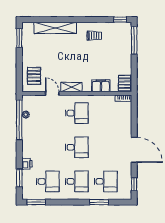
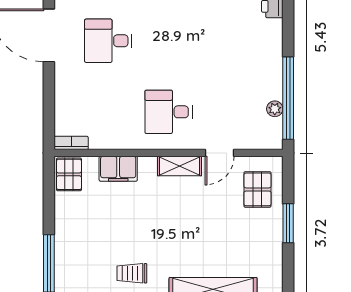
window: (19, 38) -> (288, 223), moved
door: (52, 93) -> (220, 153), hinge flipped
desk: (77, 147) -> (108, 41), moved

